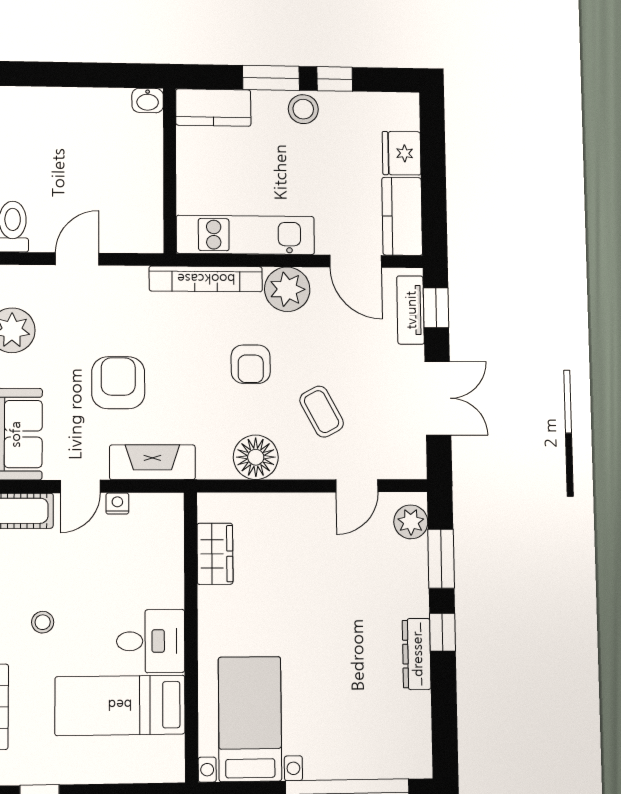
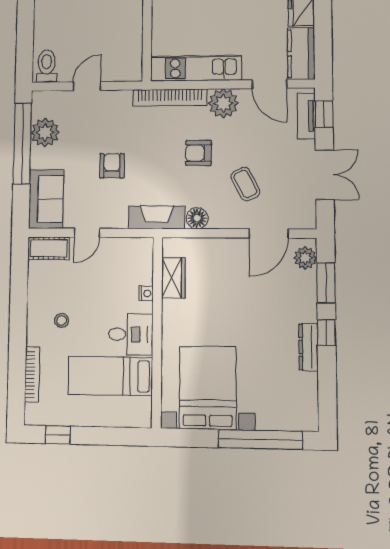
armchair: (251, 364) -> (199, 153), turned 90
armchair: (118, 383) -> (112, 166), width x0.72, depth x0.72
floor lamp: (256, 457) -> (197, 218), width x0.73, depth x0.73
fireplace: (152, 462) -> (157, 217), moved
door: (357, 486) -> (269, 233), width x1.38
nightstand: (117, 504) -> (146, 293), moved, turned 90
bed with nightstands: (250, 719) -> (208, 388), width x1.36

